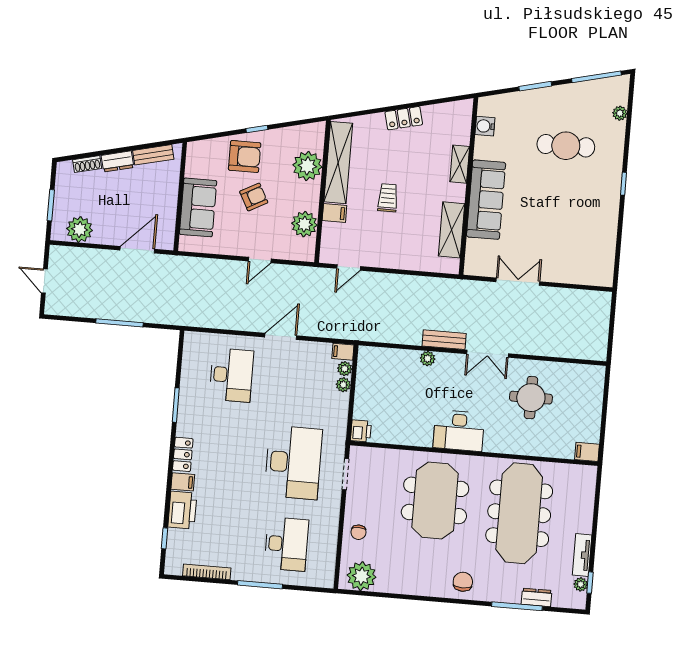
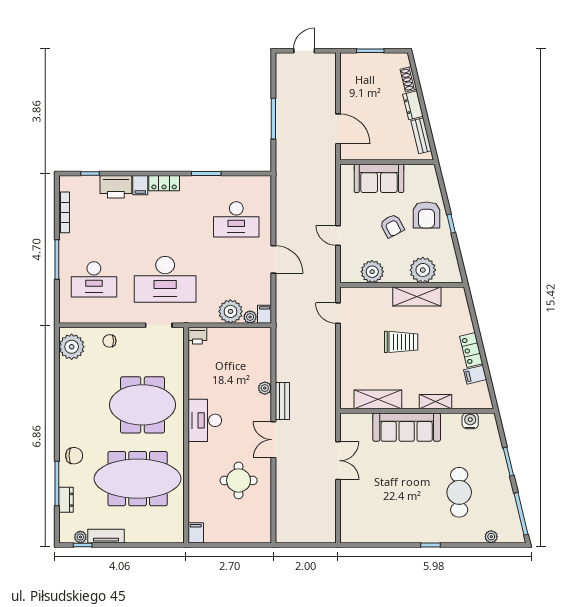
shelving: (338, 163) -> (417, 296), width x0.68
trolley: (388, 198) -> (401, 342), width x1.36, depth x1.39
filing cabinet: (334, 213) -> (475, 375), moved, turned 76
plant: (80, 229) -> (351, 77), removed
plant: (343, 385) -> (230, 311), width x1.88, depth x1.88
chair: (463, 582) -> (74, 456), moved

